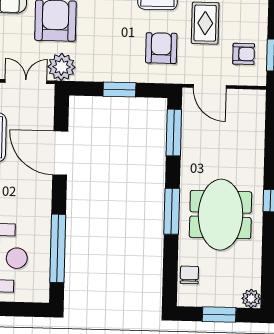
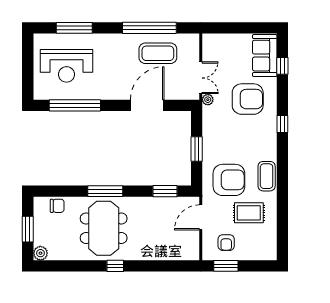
armchair: (161, 48) -> (229, 180), width x1.36, depth x1.36
plant: (61, 67) -> (208, 100), width x0.53, depth x0.53
window: (174, 133) -> (165, 191), width x0.69
meeting table: (221, 215) -> (104, 228), turned 90

